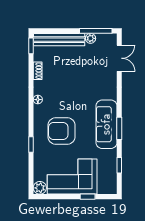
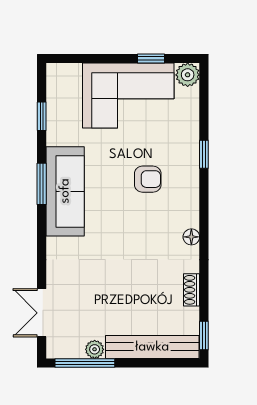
armchair: (62, 131) -> (148, 179), width x0.53, depth x0.53
window: (88, 197) -> (151, 58), moved

